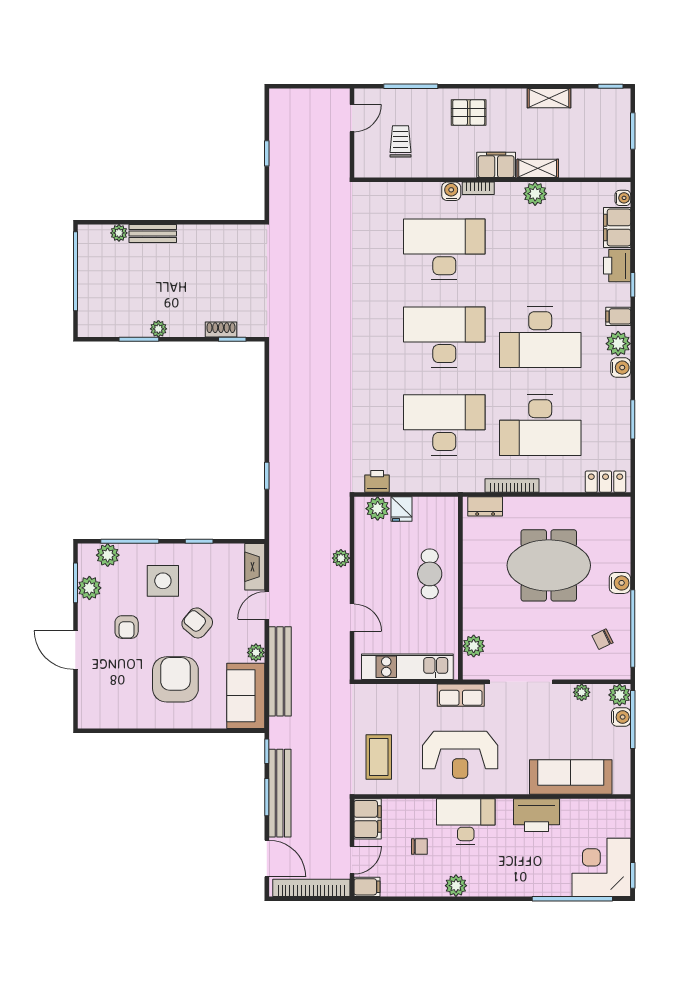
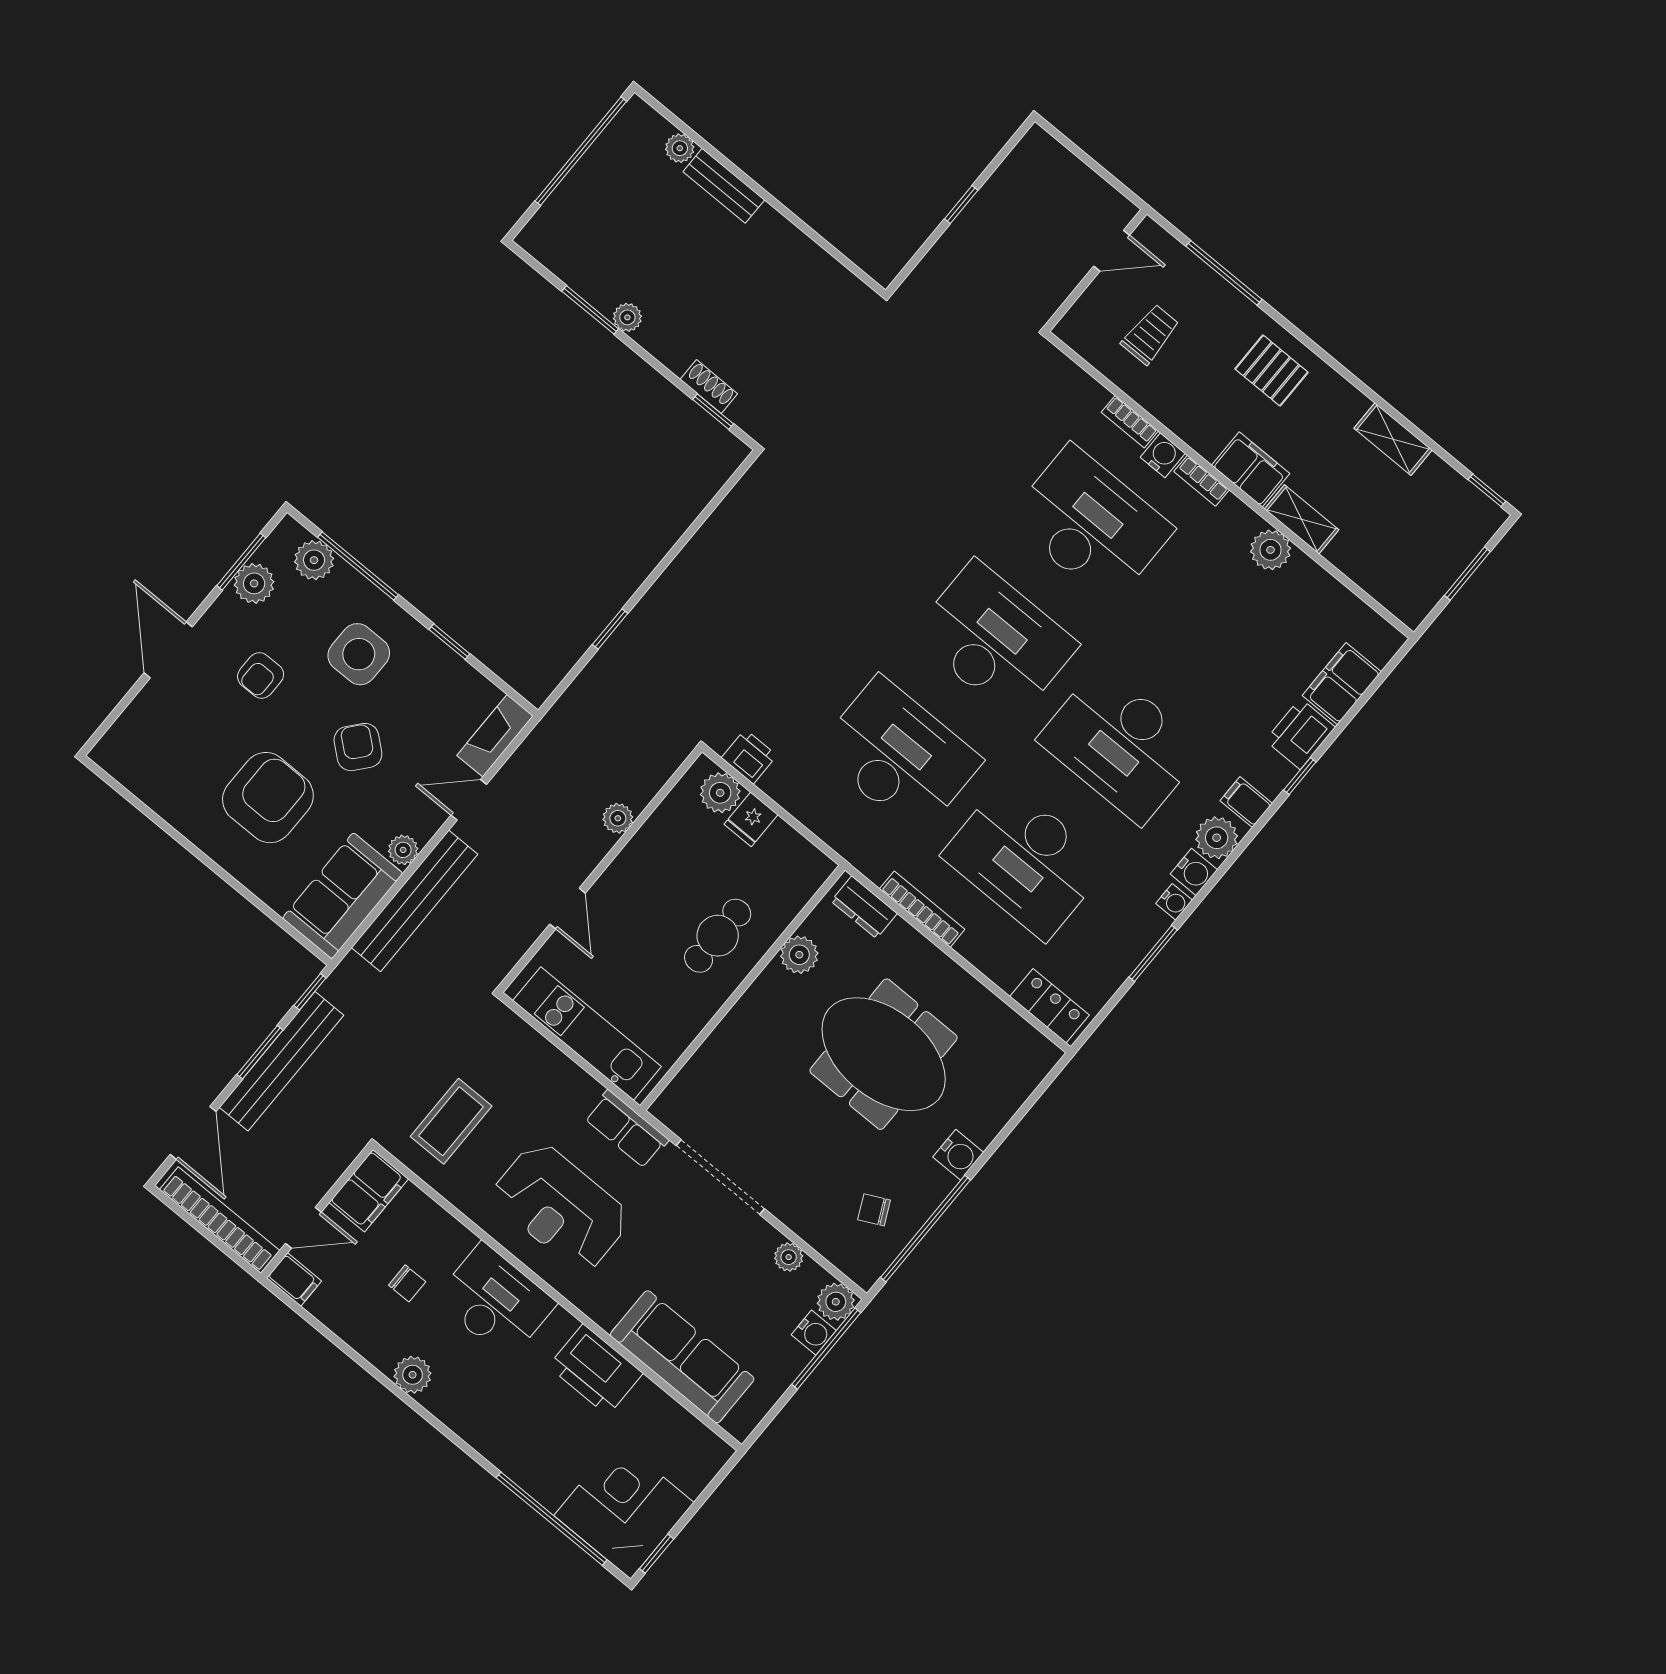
bookcase: (424, 188) -> (1130, 422), added
water cooler: (623, 198) -> (1174, 902), moved
plant: (474, 646) -> (799, 955), moved

